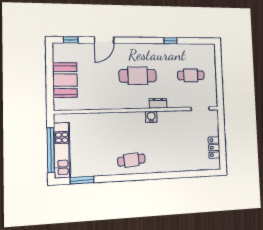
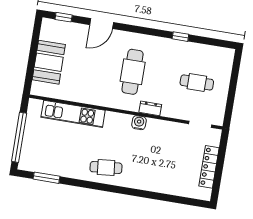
cafe table: (138, 76) -> (133, 72), turned 90
locker: (214, 148) -> (209, 167), width x1.53
kitchen unit: (62, 150) -> (73, 114), moved, turned 90

